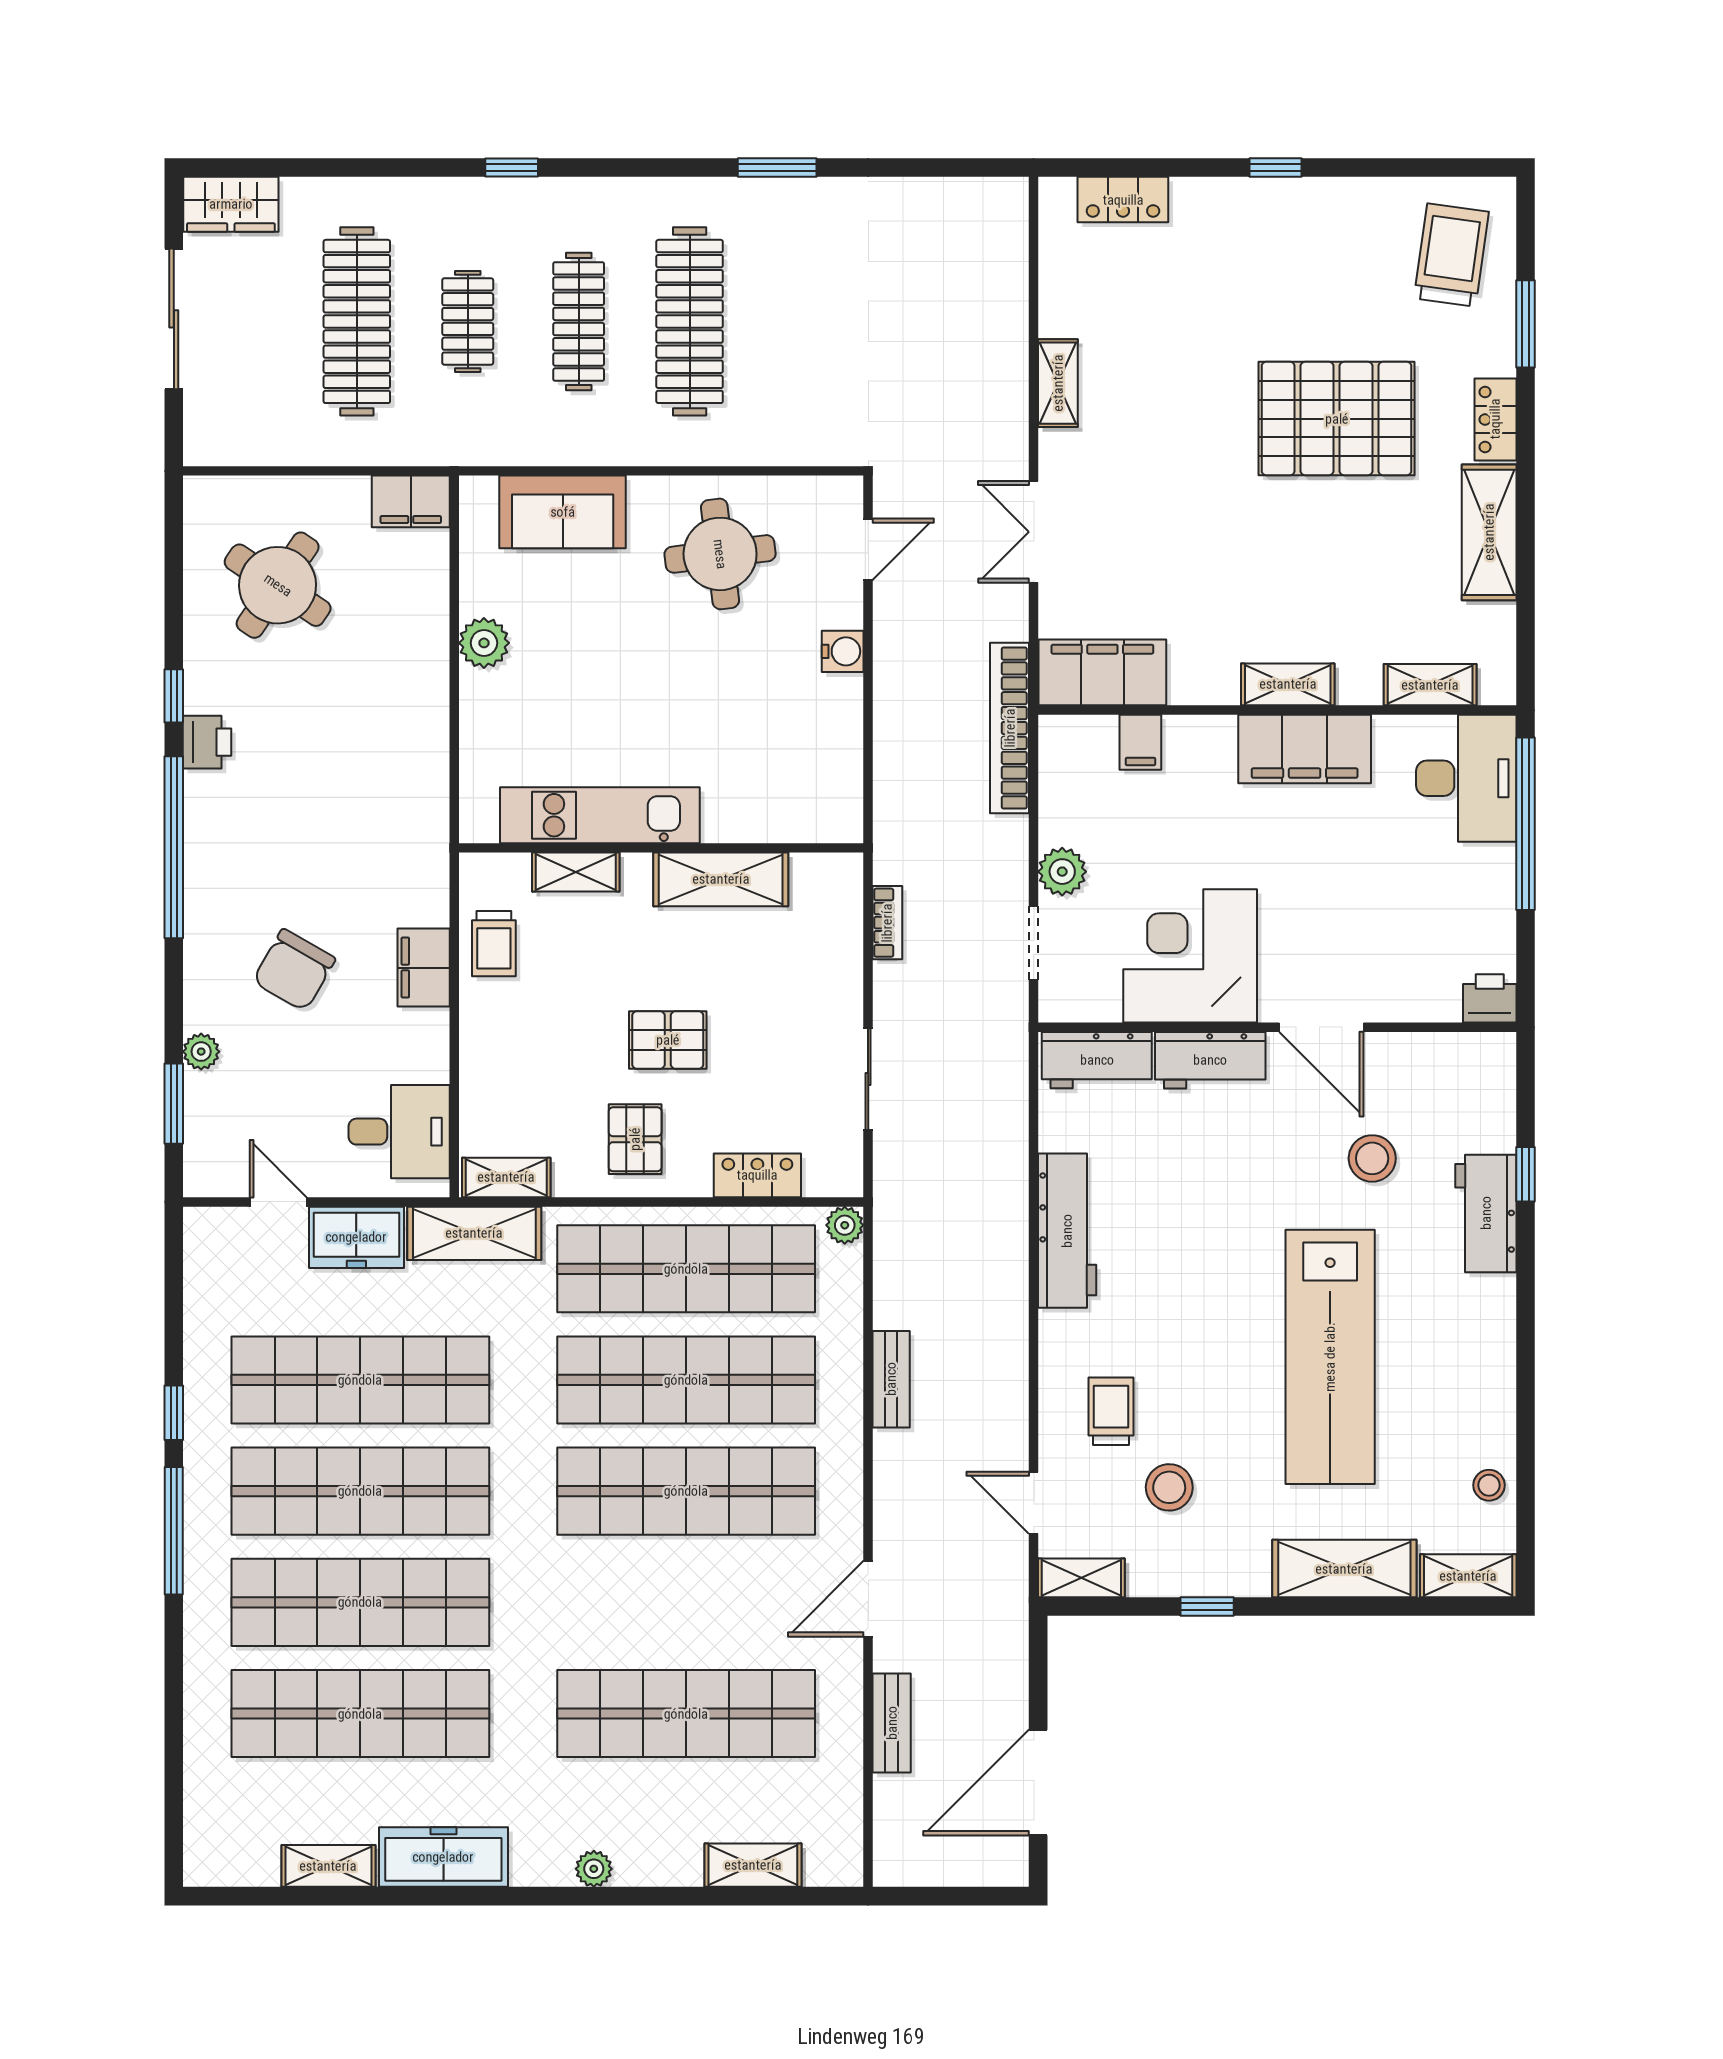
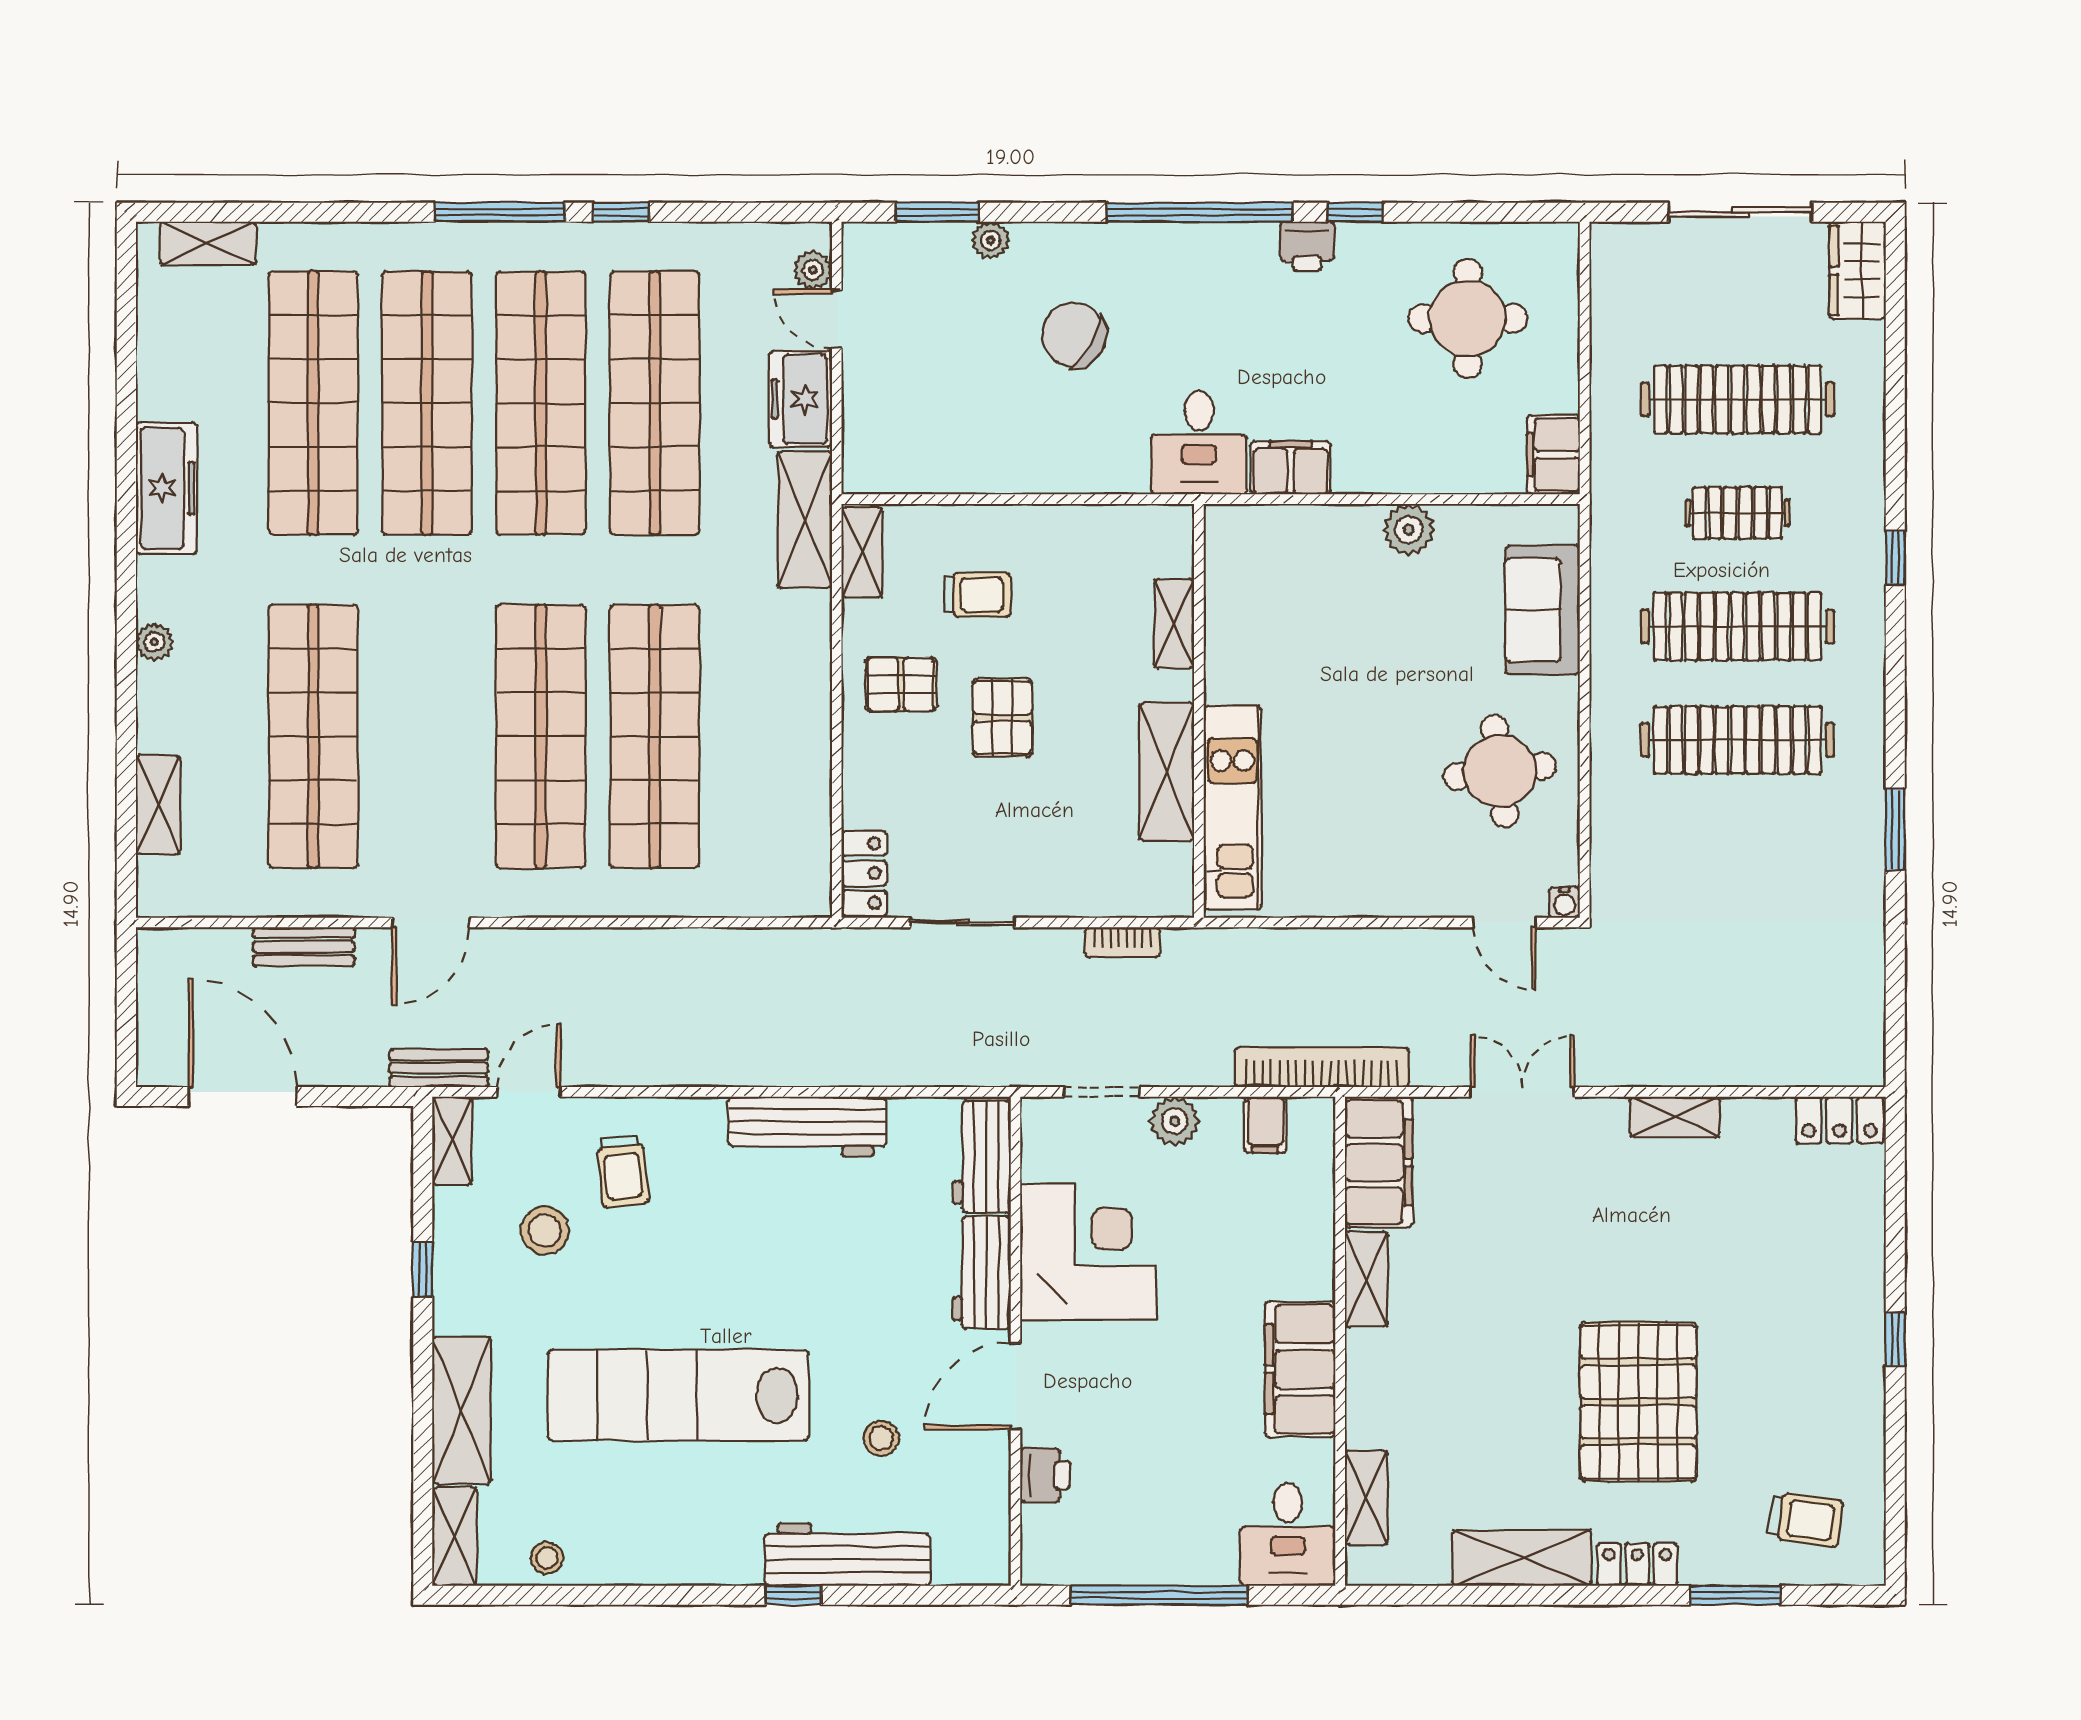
locker: (1123, 200) -> (1839, 1120), moved, turned -90
trolley: (1451, 255) -> (1805, 1519), width x0.73, depth x0.72
clothes rail: (579, 321) -> (1738, 626), width x1.37, depth x1.31
round table: (278, 585) -> (1468, 318), turned -34
water cooler: (843, 651) -> (1565, 902), moved, width x0.72, depth x0.72
shelving: (1288, 684) -> (1366, 1279), moved
filing cabinet: (1140, 742) -> (1265, 1125), moved, turned -90
desk: (1466, 778) -> (1288, 1535), width x0.73
kitchen unit: (600, 815) -> (1232, 808), moved
window: (1525, 824) -> (1159, 1595), moved
trolley: (494, 944) -> (977, 595), moved, turned 180
filing cabinet: (424, 968) -> (1291, 468), moved
printer: (1490, 998) -> (1045, 1475), moved
desk: (399, 1132) -> (1199, 443), moved
stool: (1372, 1158) -> (881, 1438), width x0.73, depth x0.73
window: (1525, 1174) -> (793, 1595), moved
locker: (757, 1175) -> (864, 873), moved
door: (278, 1202) -> (837, 319), swing flipped
workbench: (1486, 1213) -> (847, 1555), width x1.38
plant: (845, 1225) -> (813, 270), moved
shop shelf: (686, 1269) -> (768, 736), removed
bench: (891, 1379) -> (439, 1068), moved
trolley: (1111, 1411) -> (623, 1171), turned 84
door: (868, 1599) -> (431, 922), swing flipped
shelving: (328, 1866) -> (208, 243), moved, turned 90

